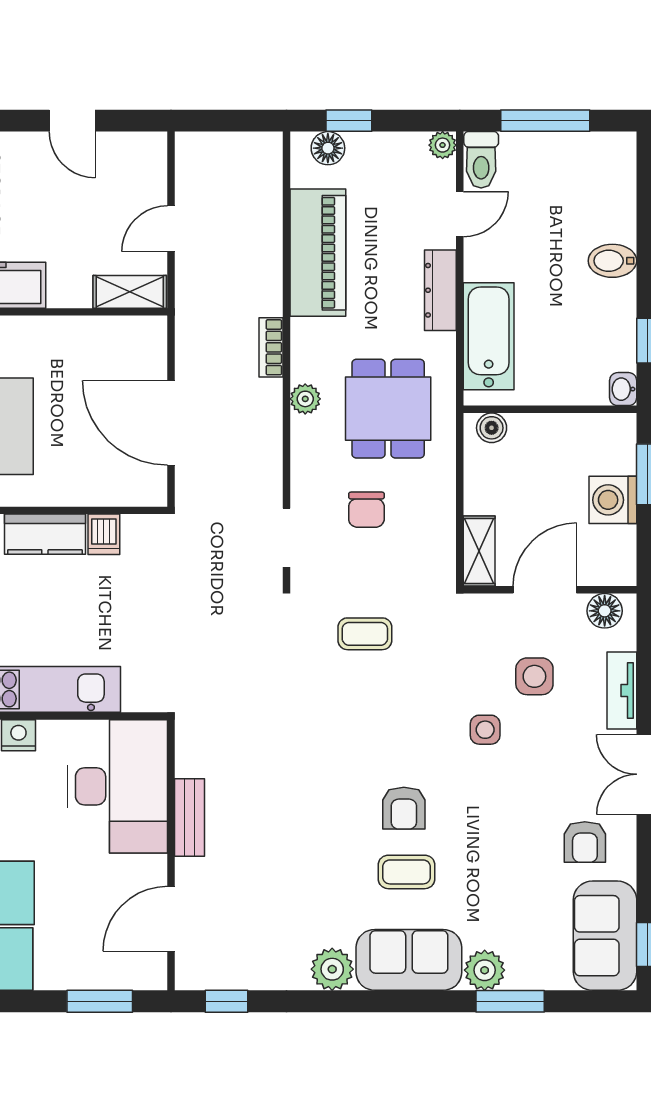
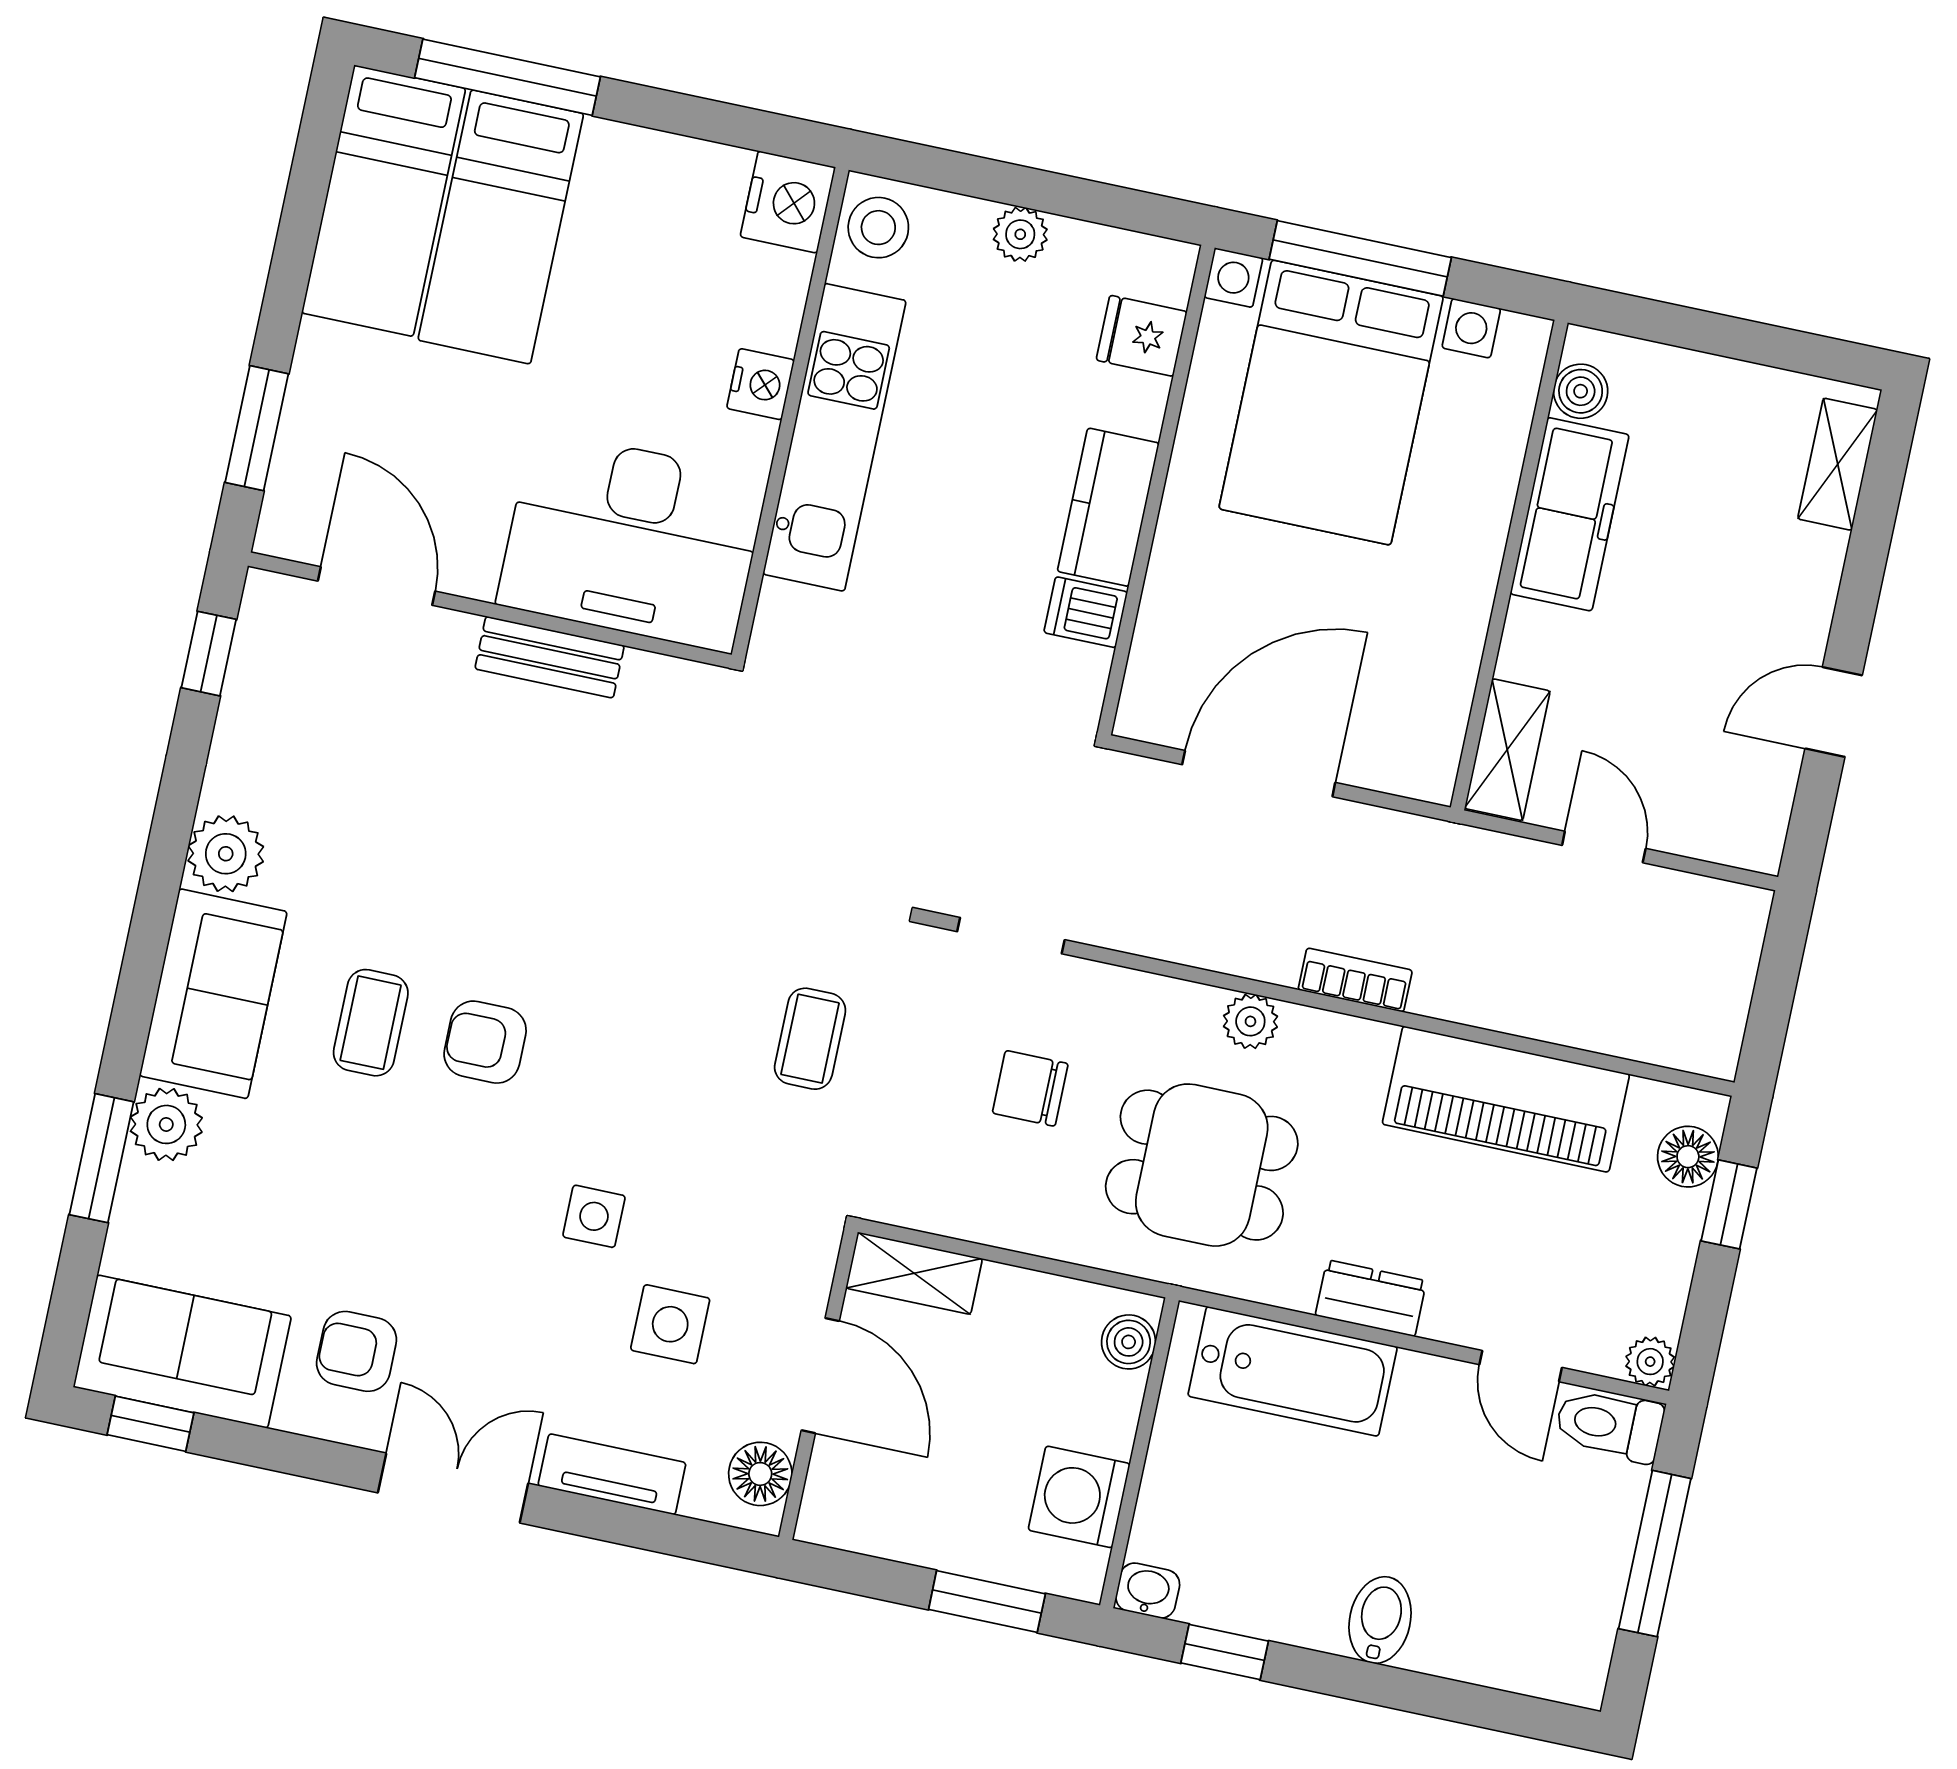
dresser: (440, 290) -> (1371, 1298), width x0.70
washing machine: (613, 500) -> (1079, 1497), moved, turned -90

